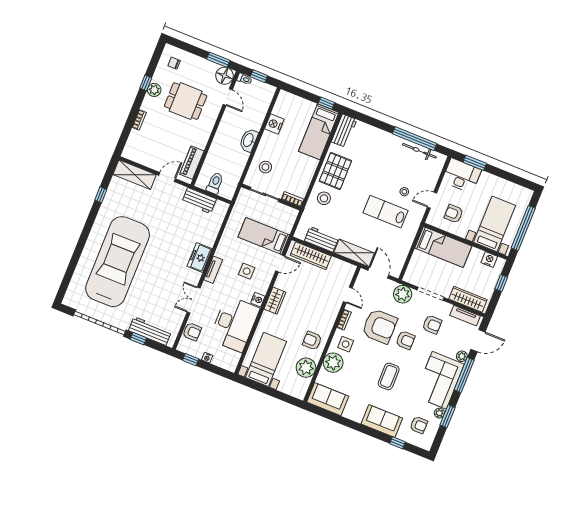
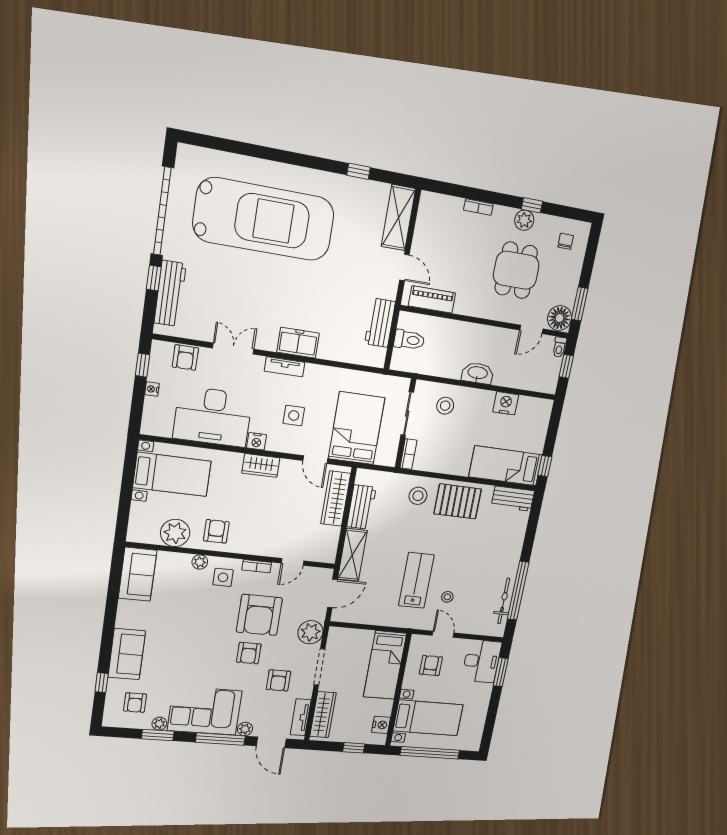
bed: (264, 236) -> (357, 428), width x1.50
plant: (333, 363) -> (200, 562), width x0.53, depth x0.53
coffee table: (389, 376) -> (193, 646), removed

